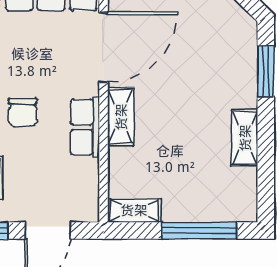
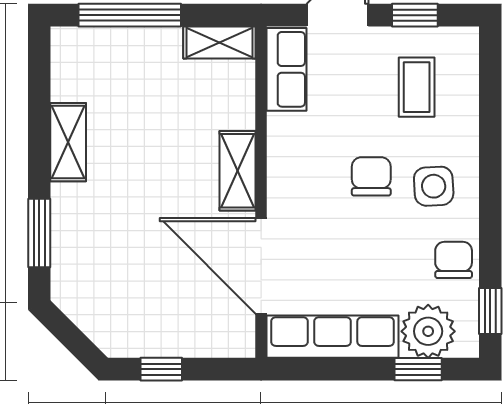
door: (104, 47) -> (261, 266), hinge flipped
row of seats: (85, 127) -> (287, 69), moved

